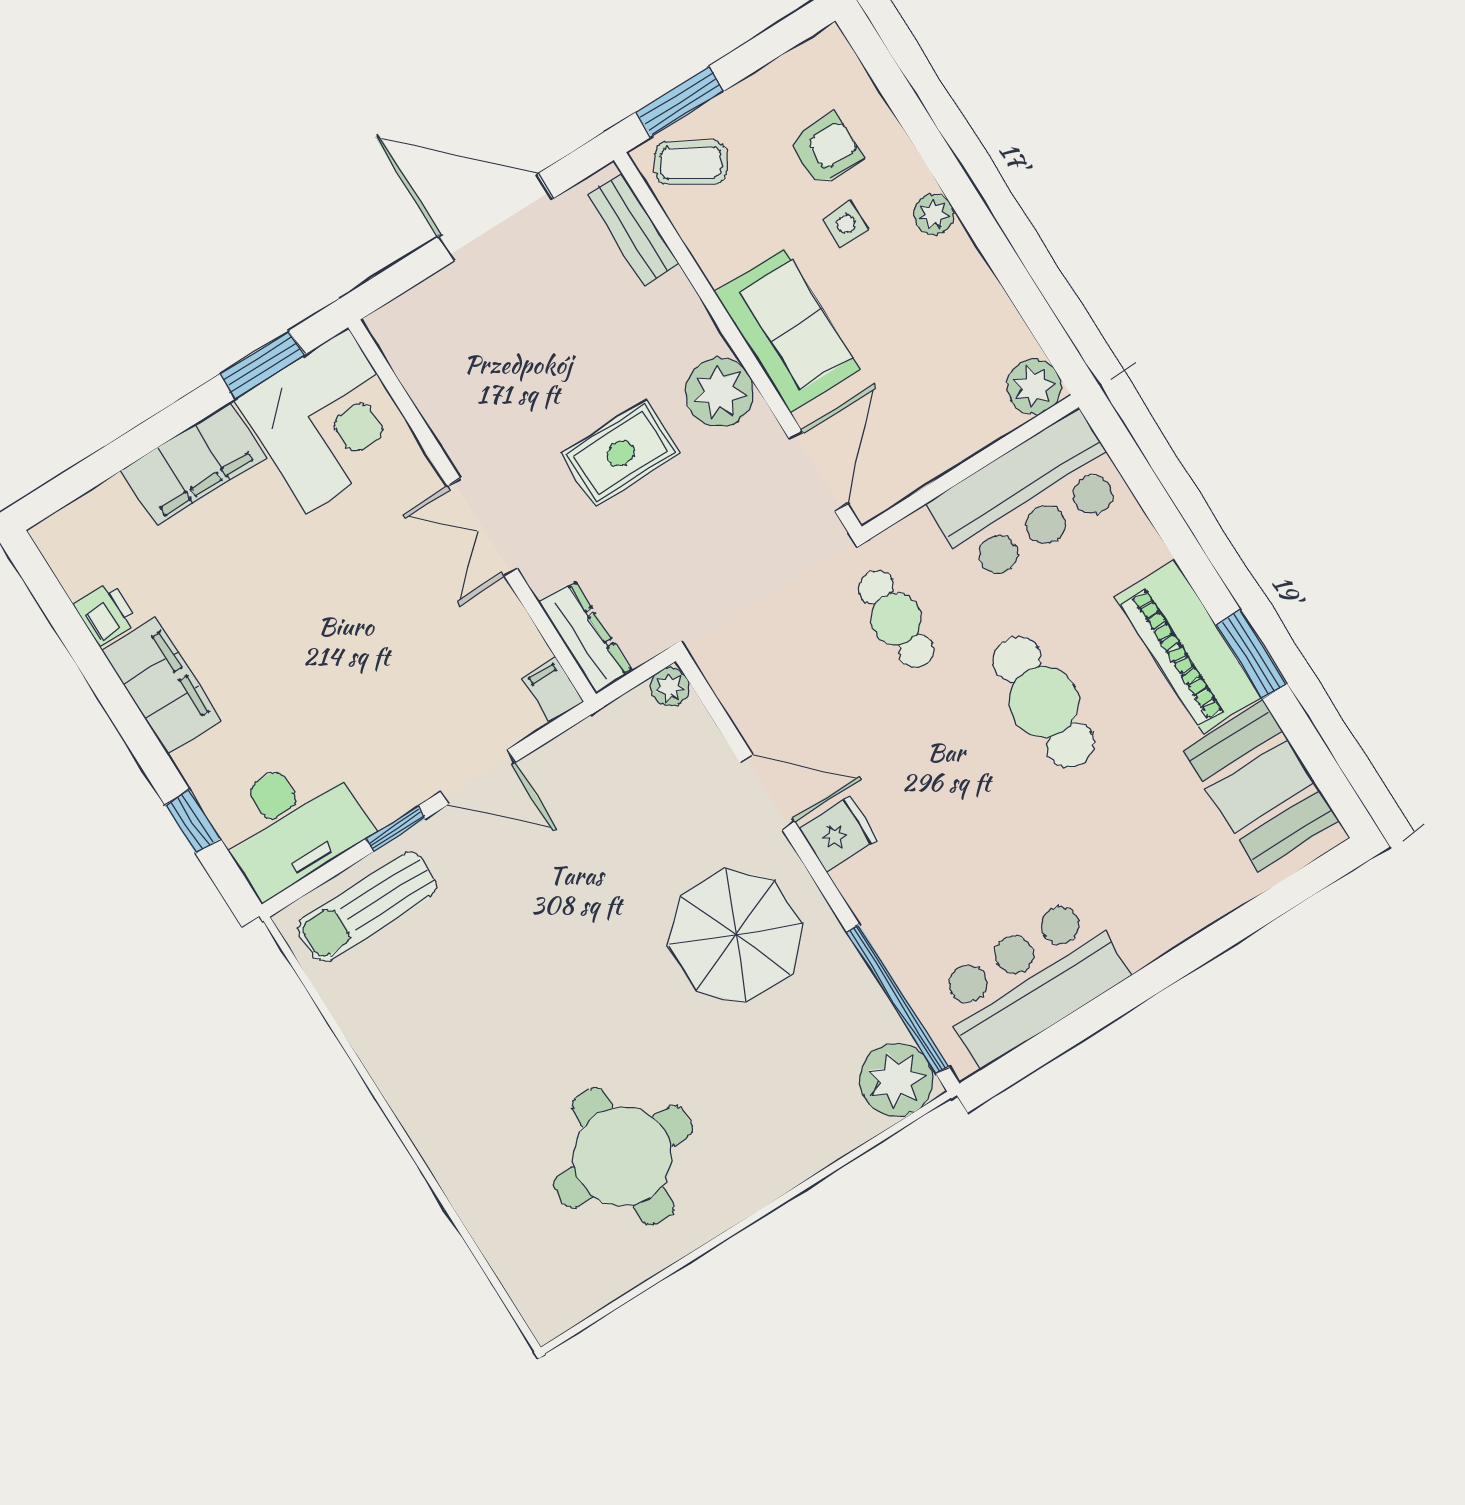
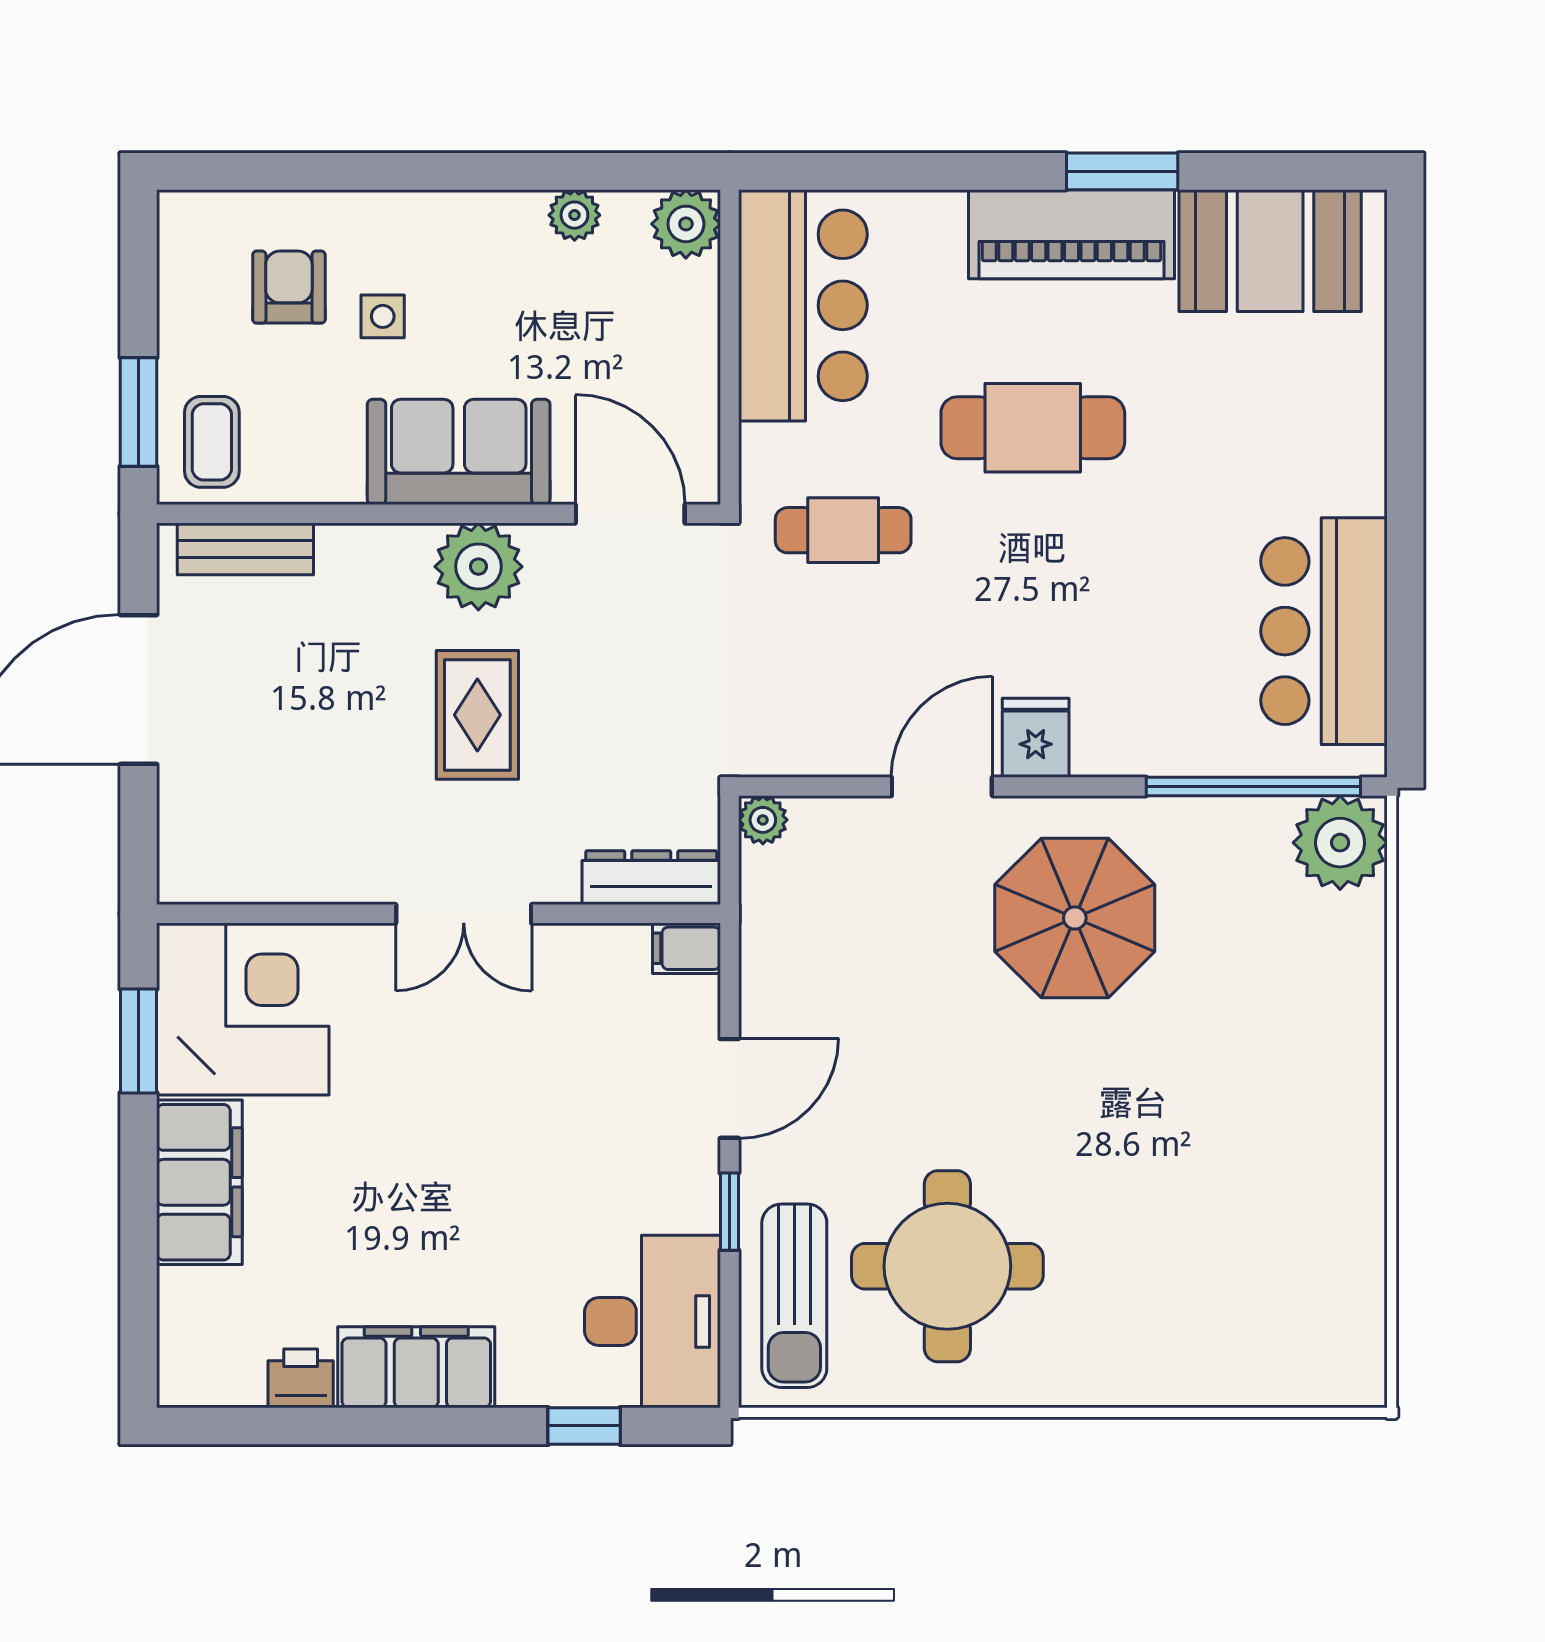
coffee table: (691, 163) -> (212, 442), turned -31
plant: (934, 214) -> (574, 215), moved
round table: (623, 1157) -> (947, 1266), moved

